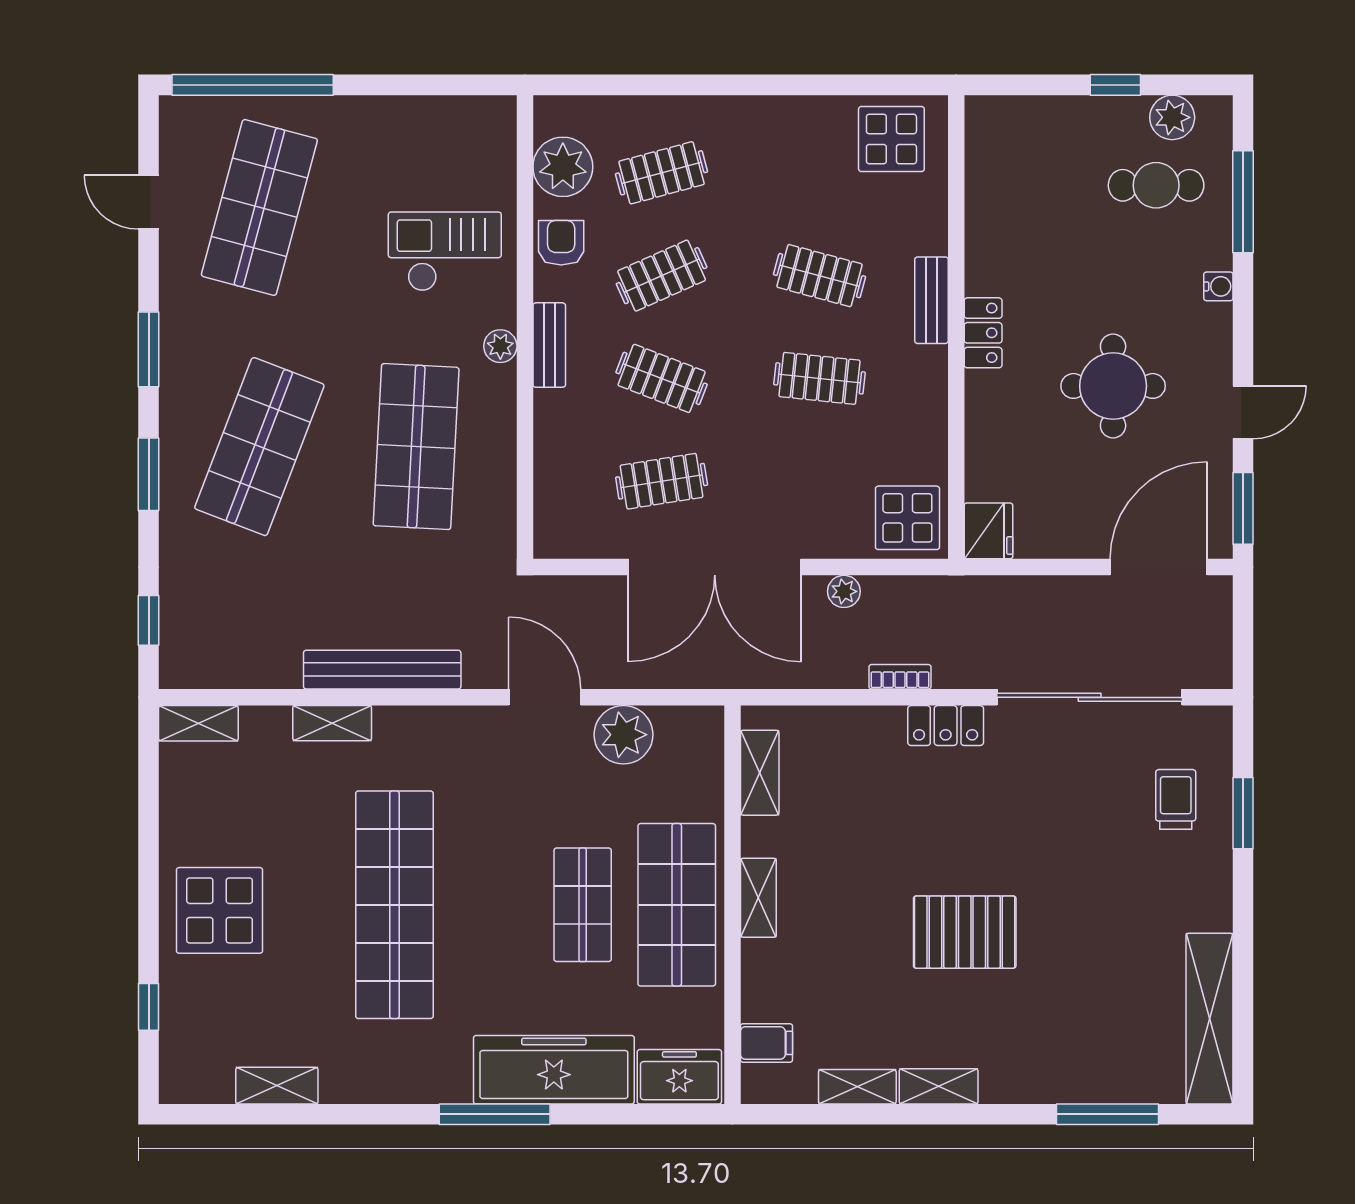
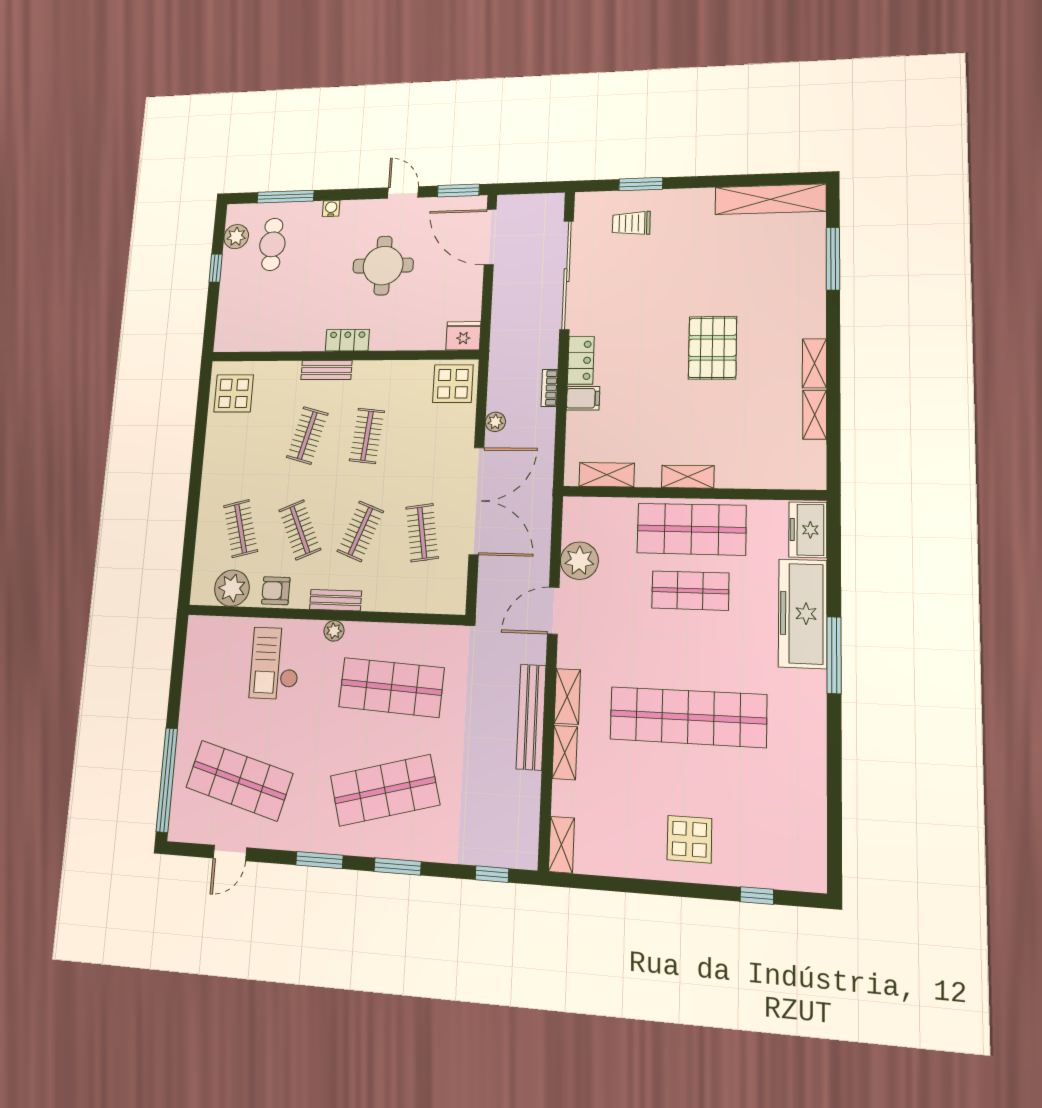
shop shelf: (259, 447) -> (385, 790), turned -36
display table: (220, 910) -> (689, 839), width x0.73, depth x0.73
filing cabinet: (766, 1043) -> (583, 398), moved, turned 90
shelving: (277, 1086) -> (567, 696), moved

